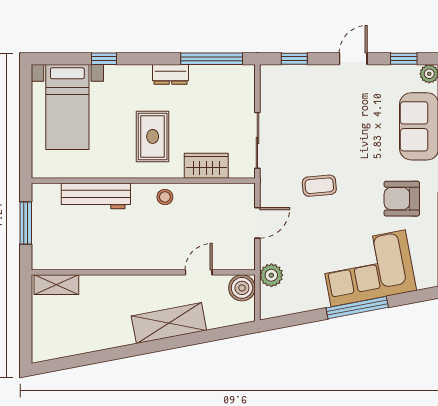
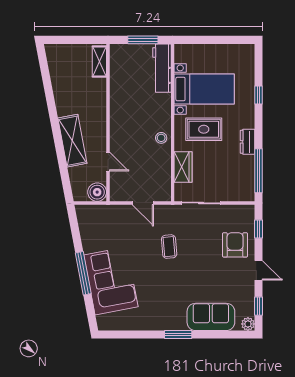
bed with nightstands: (67, 107) -> (204, 89), moved, turned 180
workbench: (96, 196) -> (162, 68), moved
armchair: (402, 199) -> (235, 245), moved
plant: (271, 275) -> (106, 213), removed

